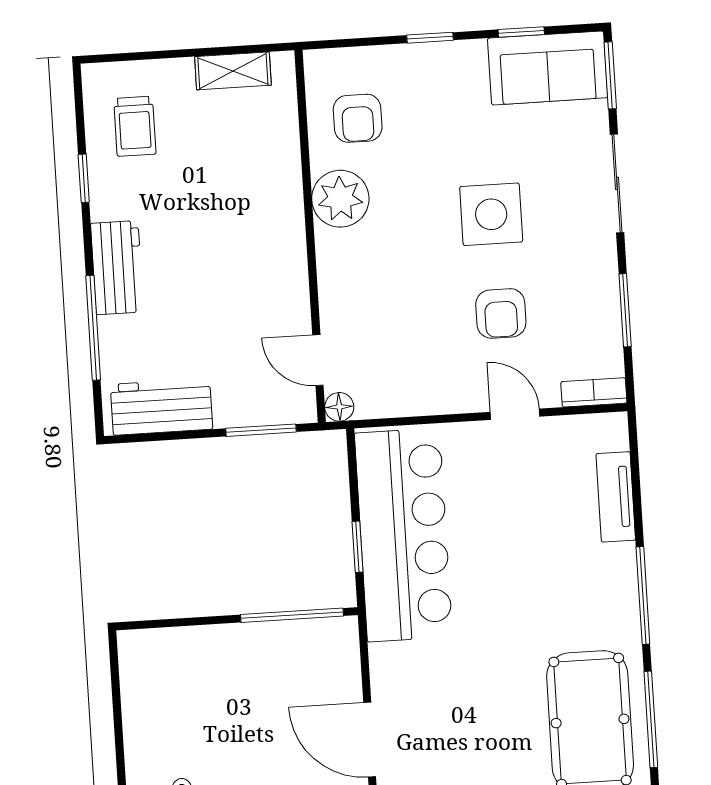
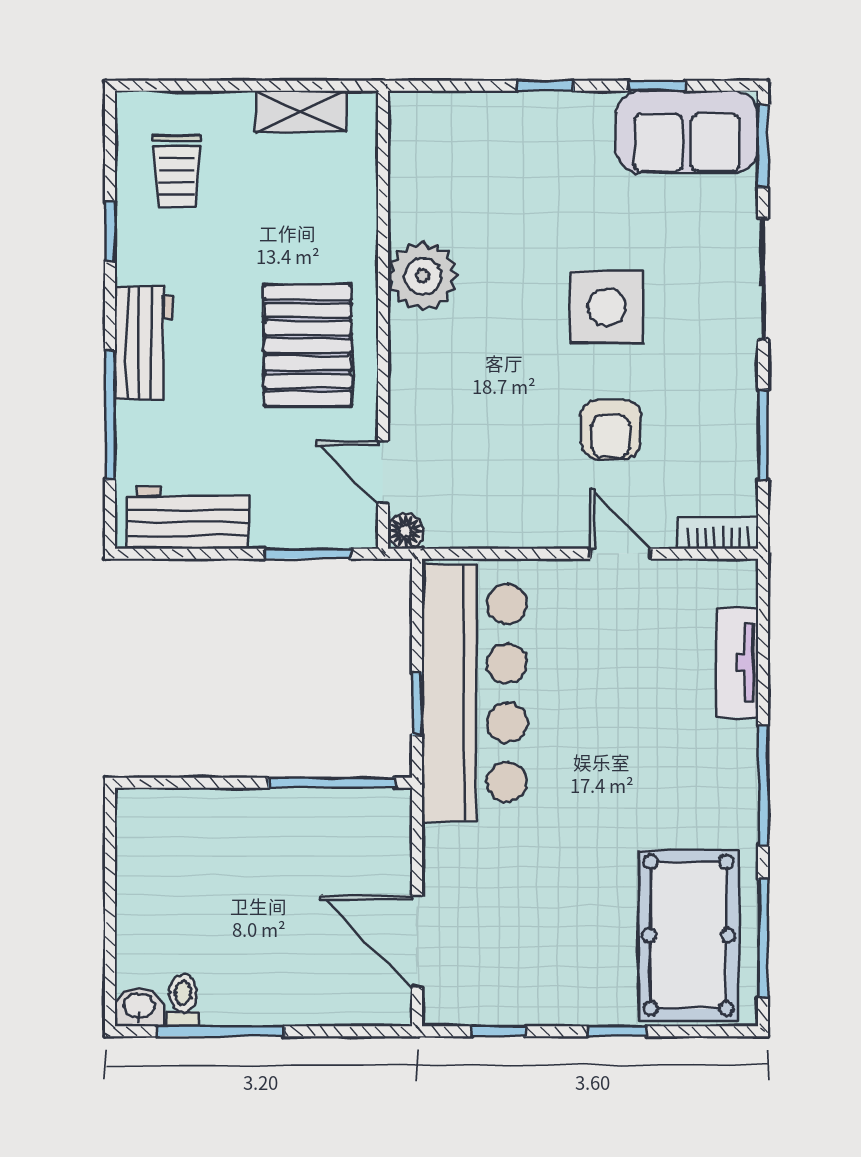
armchair: (358, 118) -> (450, 179), removed
pallet: (250, 261) -> (308, 346), added

